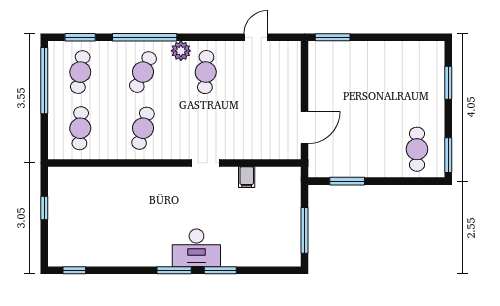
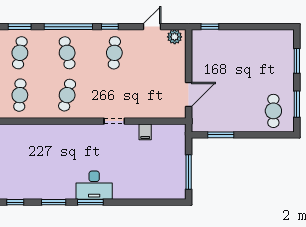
window: (200, 37) -> (110, 27), added
window: (333, 37) -> (210, 27), width x0.67
plant: (181, 51) -> (175, 37), moved
cafe table: (143, 72) -> (67, 53), turned -36
window: (448, 155) -> (297, 104), moved
desk: (196, 248) -> (94, 185), moved
window: (220, 270) -> (54, 202), moved

